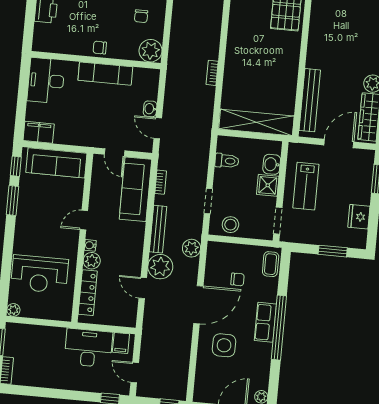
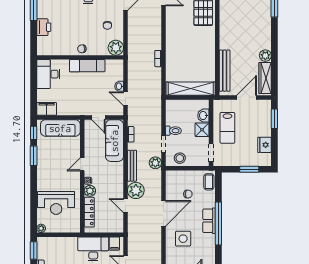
toilet: (227, 161) -> (173, 131), moved
plant: (191, 248) -> (155, 163), moved

